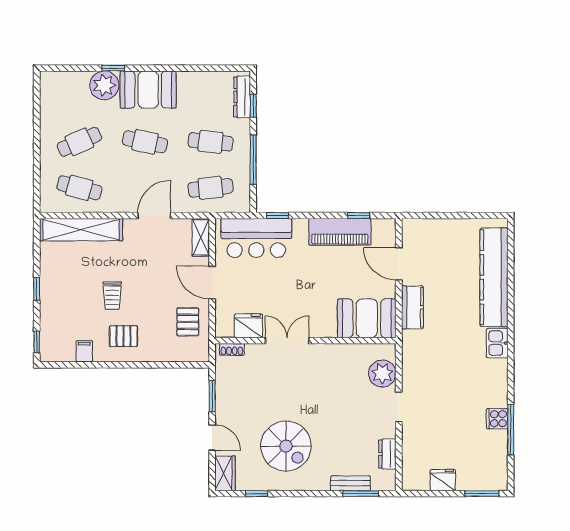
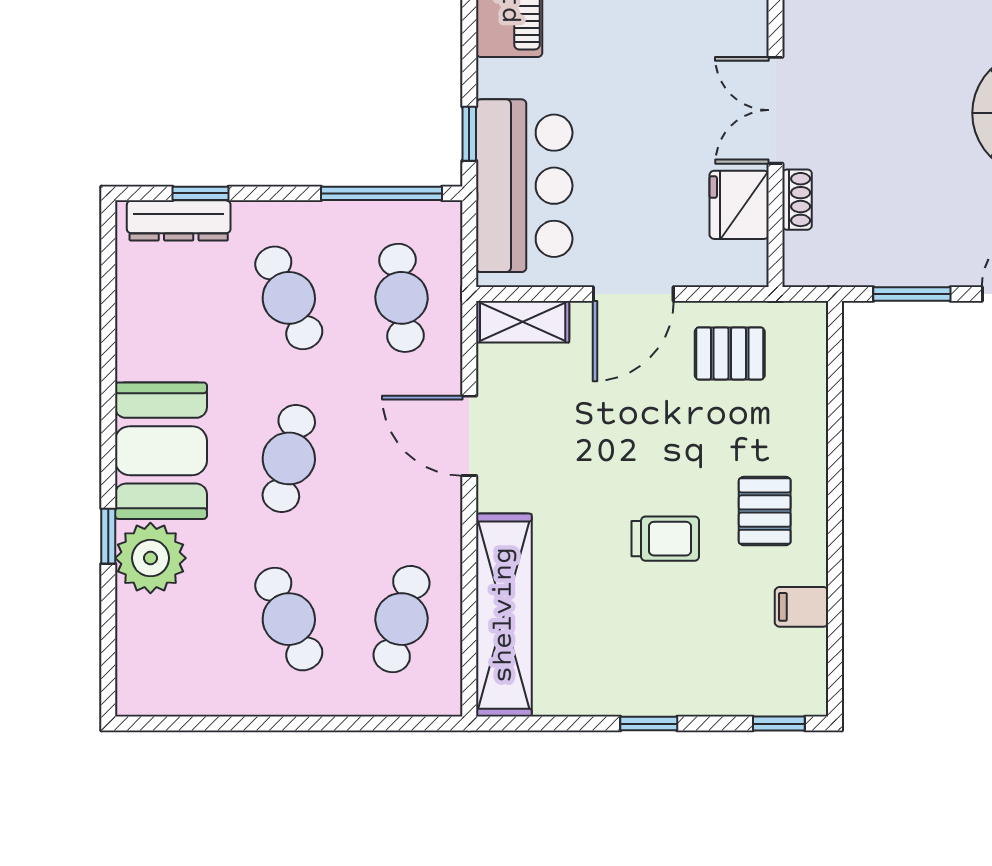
cafe table: (211, 142) -> (289, 298), turned -30
window: (253, 160) -> (382, 193), moved
shoe rack: (232, 349) -> (797, 200), moved

